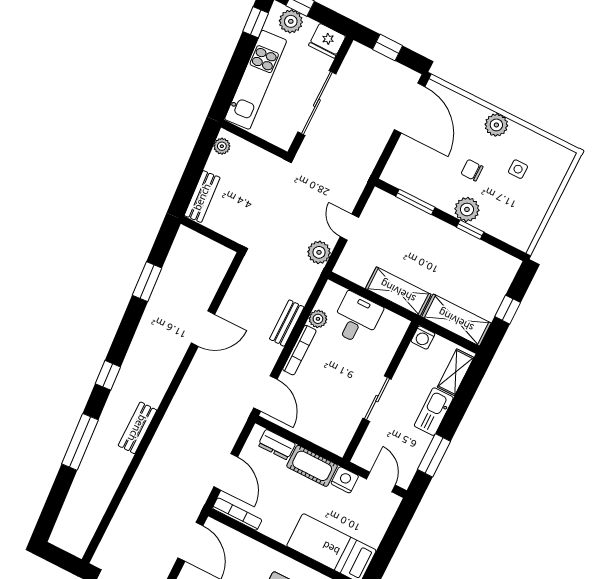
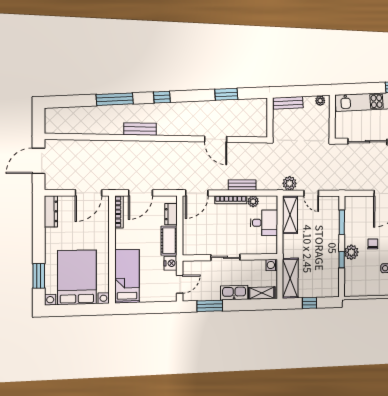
door: (349, 227) -> (311, 193), swing flipped
shelving: (398, 291) -> (290, 215), moved

